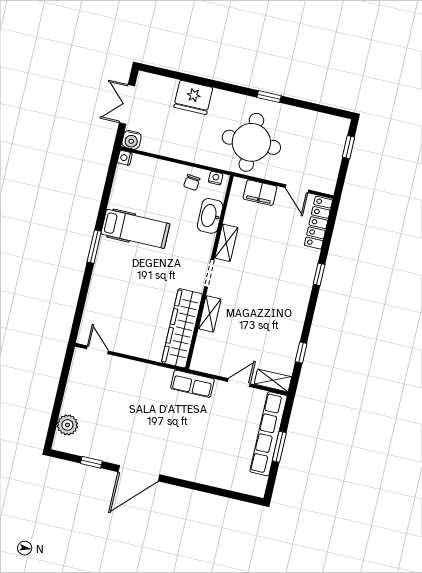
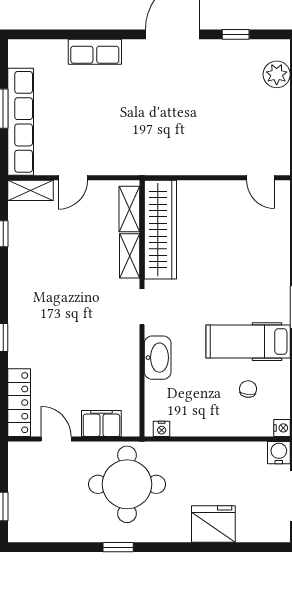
chair: (192, 182) -> (248, 389), moved
washbasin: (210, 216) -> (158, 358), moved
shelving: (226, 243) -> (129, 209), moved
row of seats: (192, 384) -> (95, 52), moved, turned 180

